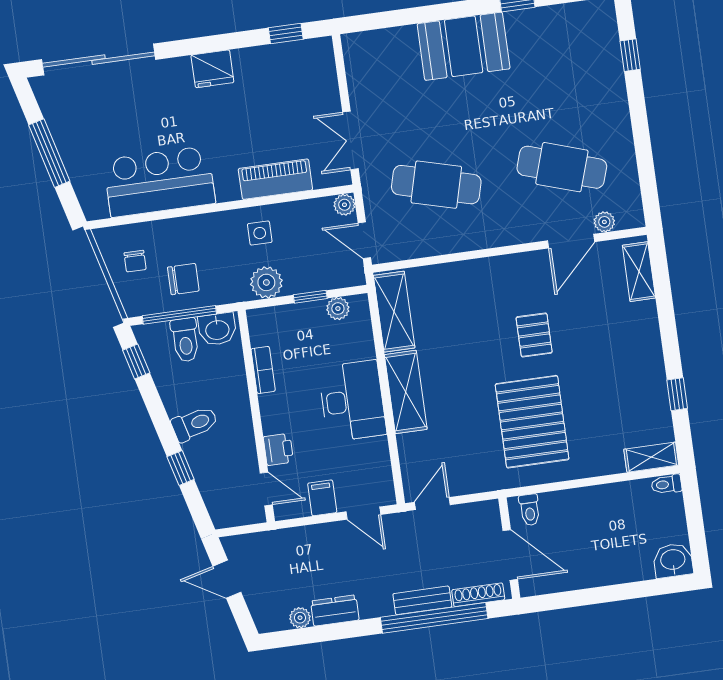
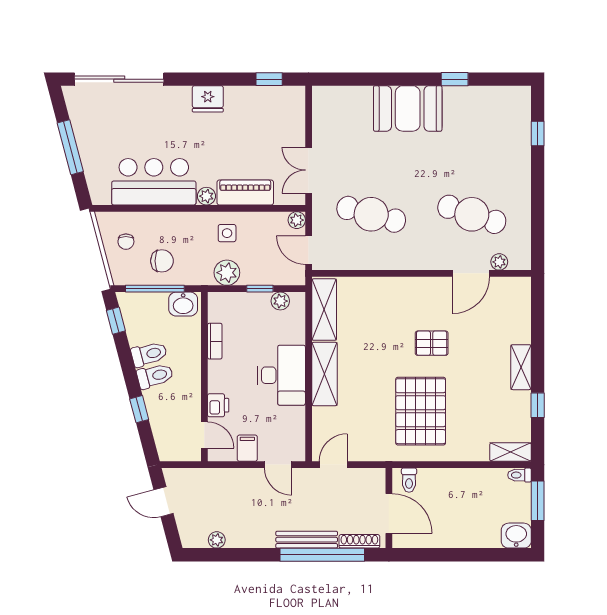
plant: (228, 190) -> (206, 196), added
shelving: (639, 272) -> (521, 367), moved
pallet: (534, 335) -> (432, 343), turned 90
toilet: (185, 340) -> (149, 354), moved, turned -105
window: (694, 513) -> (538, 501), added
bench: (422, 600) -> (307, 540), width x1.36
dresser: (335, 610) -> (245, 538), removed

